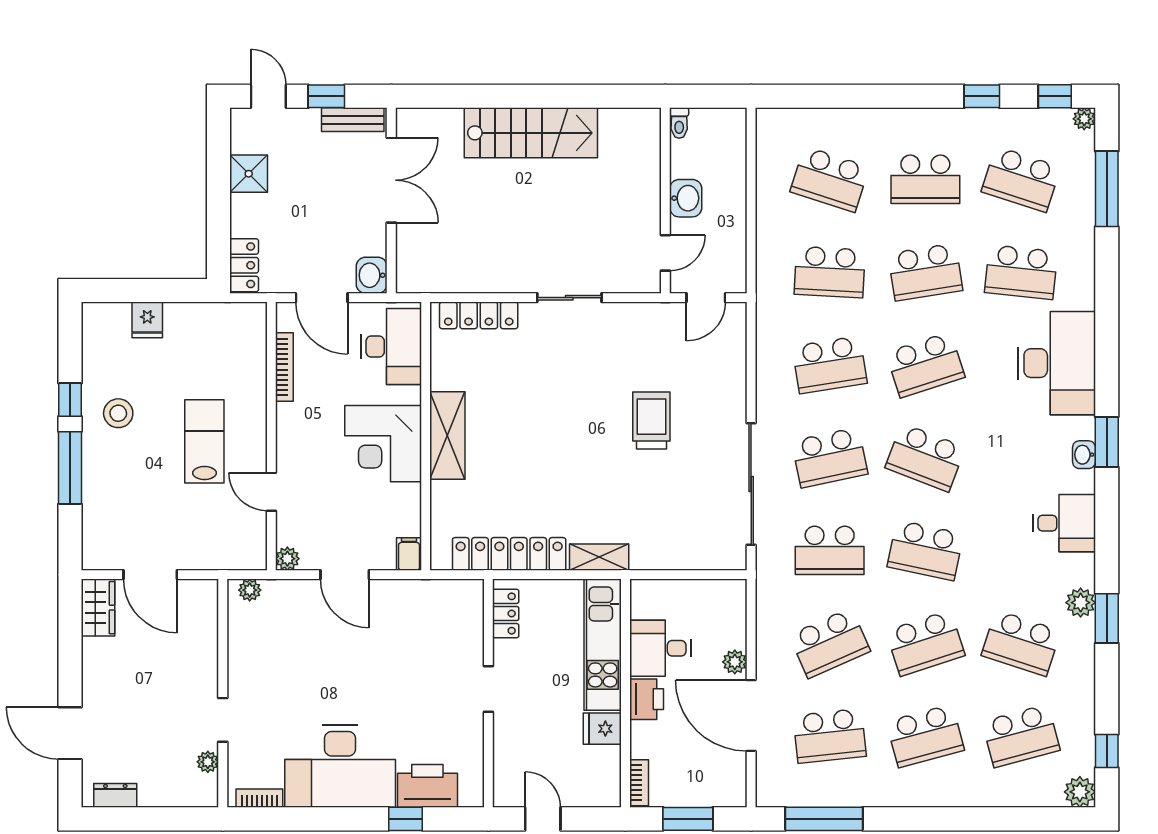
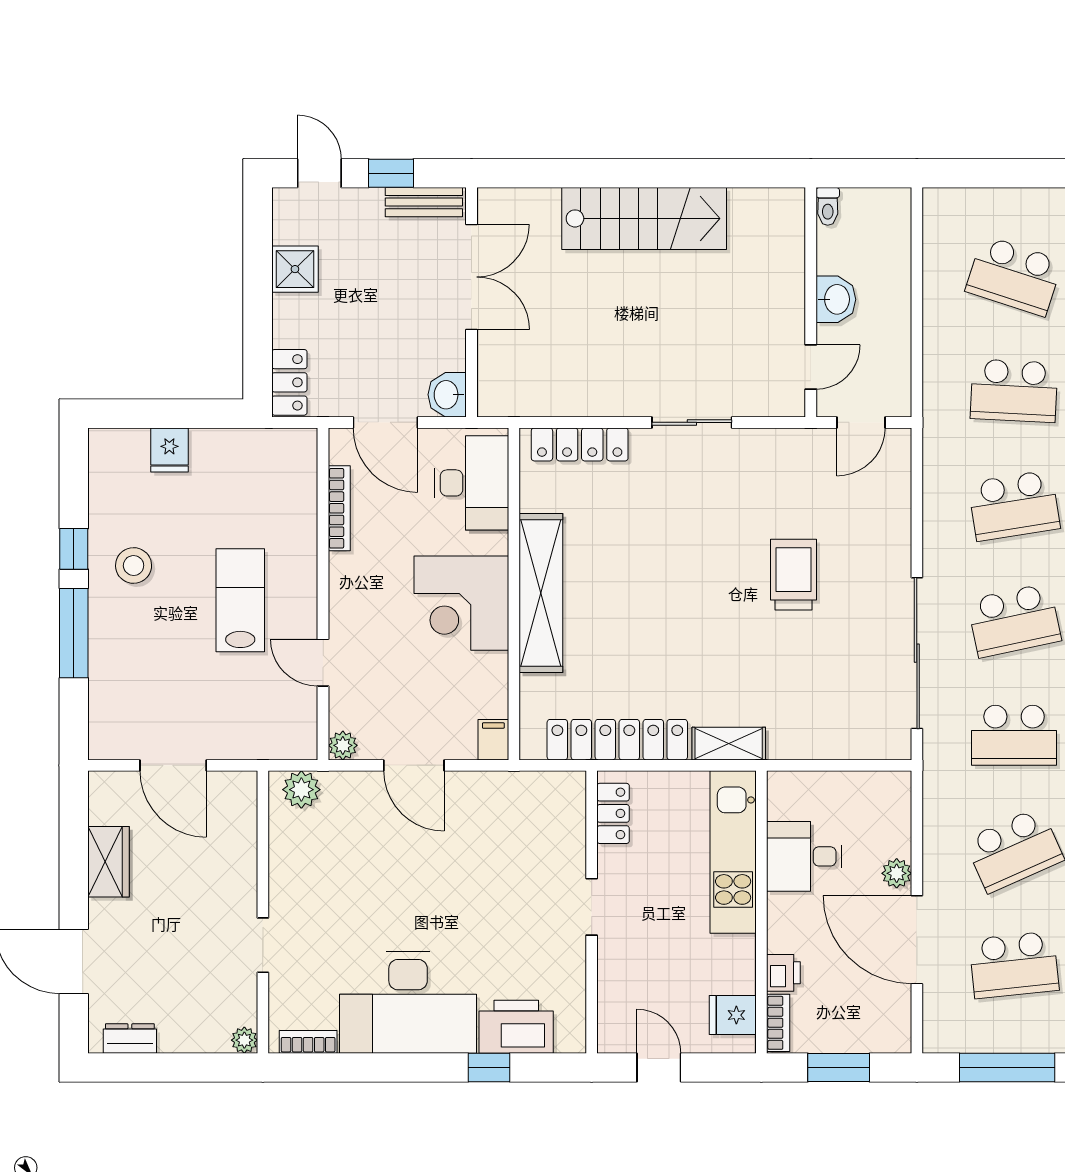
shelving: (447, 435) -> (541, 593), width x1.47
plant: (250, 590) -> (301, 790), width x1.38, depth x1.38
wardrobe: (98, 608) -> (108, 862), moved
printer: (647, 699) -> (783, 973), moved, width x0.73, depth x0.81
fridge: (602, 729) -> (733, 1015), moved
plant: (208, 762) -> (244, 1040), moved

